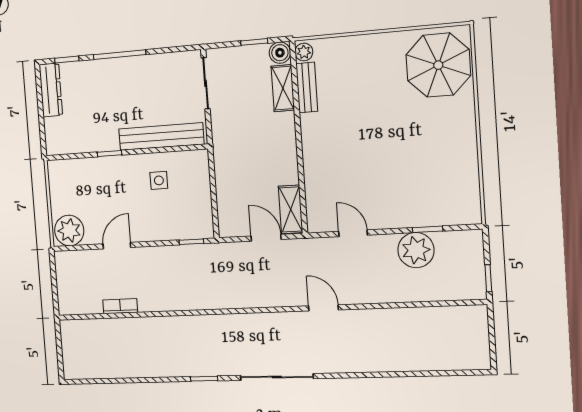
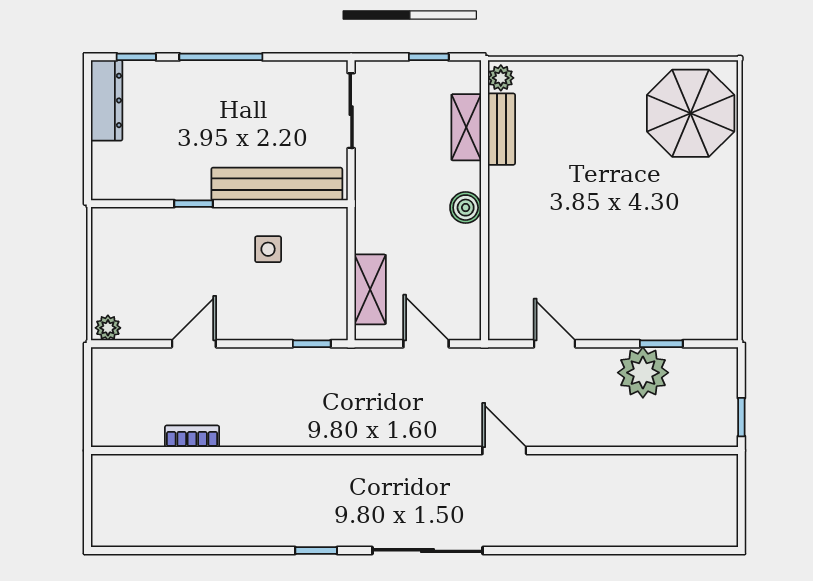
boiler: (280, 53) -> (466, 208), moved
shelving: (291, 209) -> (370, 289), moved
plant: (69, 230) -> (108, 328), width x0.53, depth x0.53

